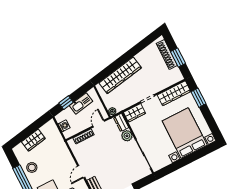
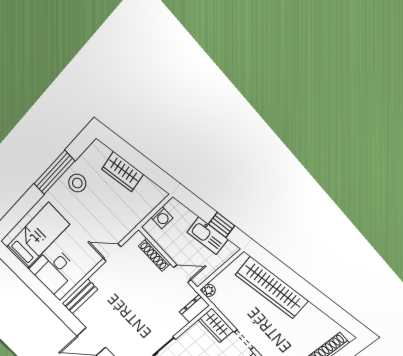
window: (66, 103) -> (222, 225), moved
plant: (127, 136) -> (176, 323), removed
door: (81, 172) -> (112, 252), moved

